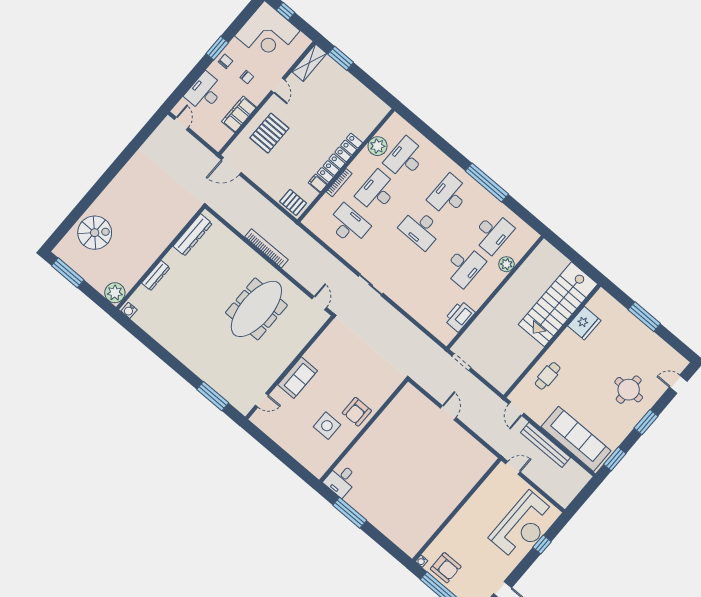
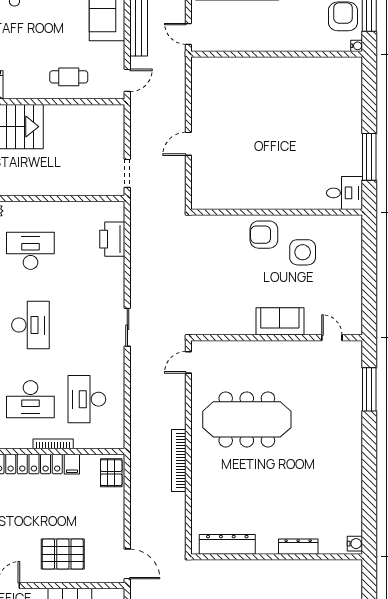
plant: (115, 293) -> (349, 572), removed
printer: (460, 316) -> (112, 239), moved, turned 90
armchair: (357, 412) -> (264, 235), turned 180

